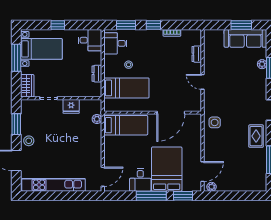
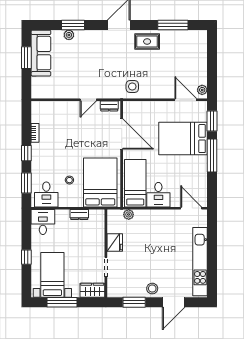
dresser: (197, 54) -> (109, 106), moved
bed: (126, 88) -> (100, 182), width x1.50
desk: (140, 180) -> (158, 195), moved, turned 90

